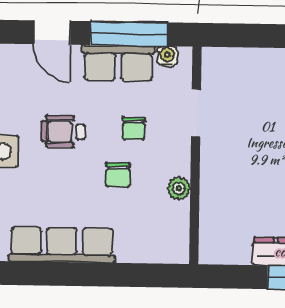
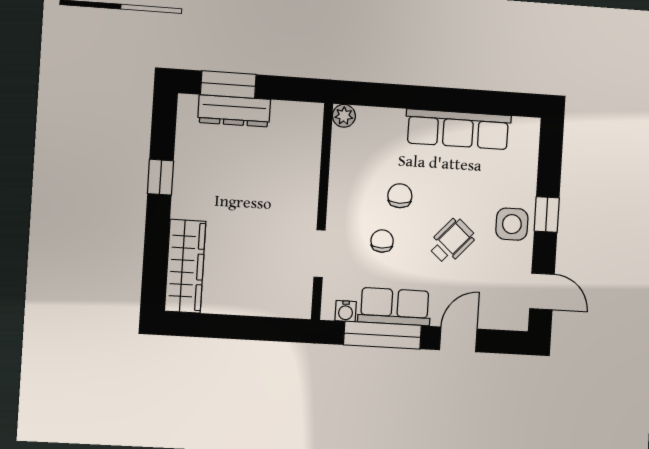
door: (52, 33) -> (458, 339), hinge flipped
wheelchair: (63, 132) -> (452, 241), turned -48
plant: (179, 189) -> (344, 116), moved

